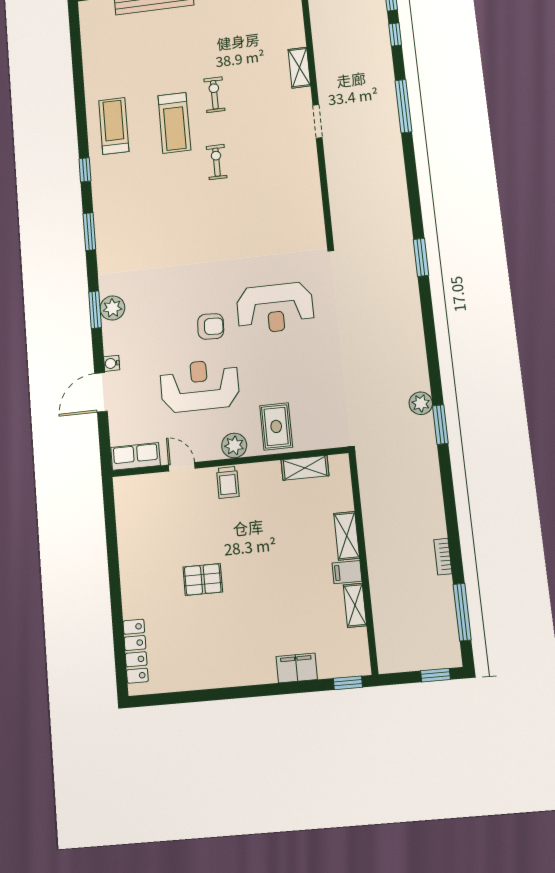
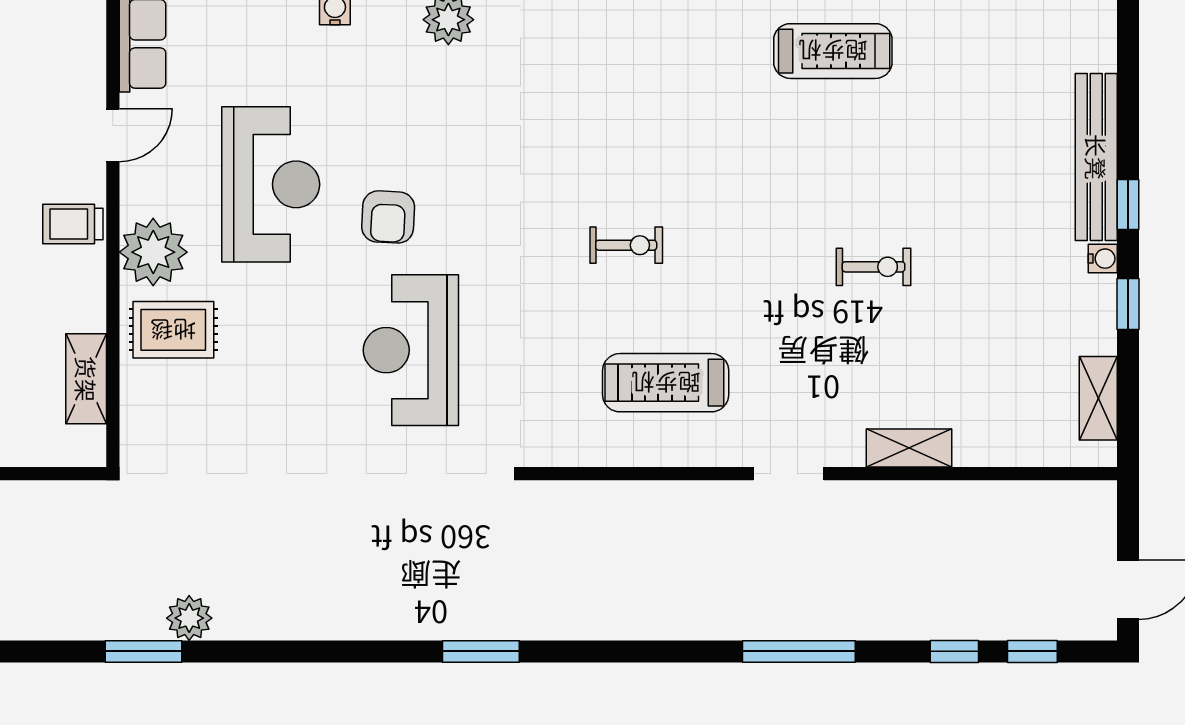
treadmill: (174, 123) -> (666, 383), moved
exercise bike: (217, 162) -> (626, 245), moved
plant: (234, 445) -> (153, 252), width x1.36, depth x1.36

